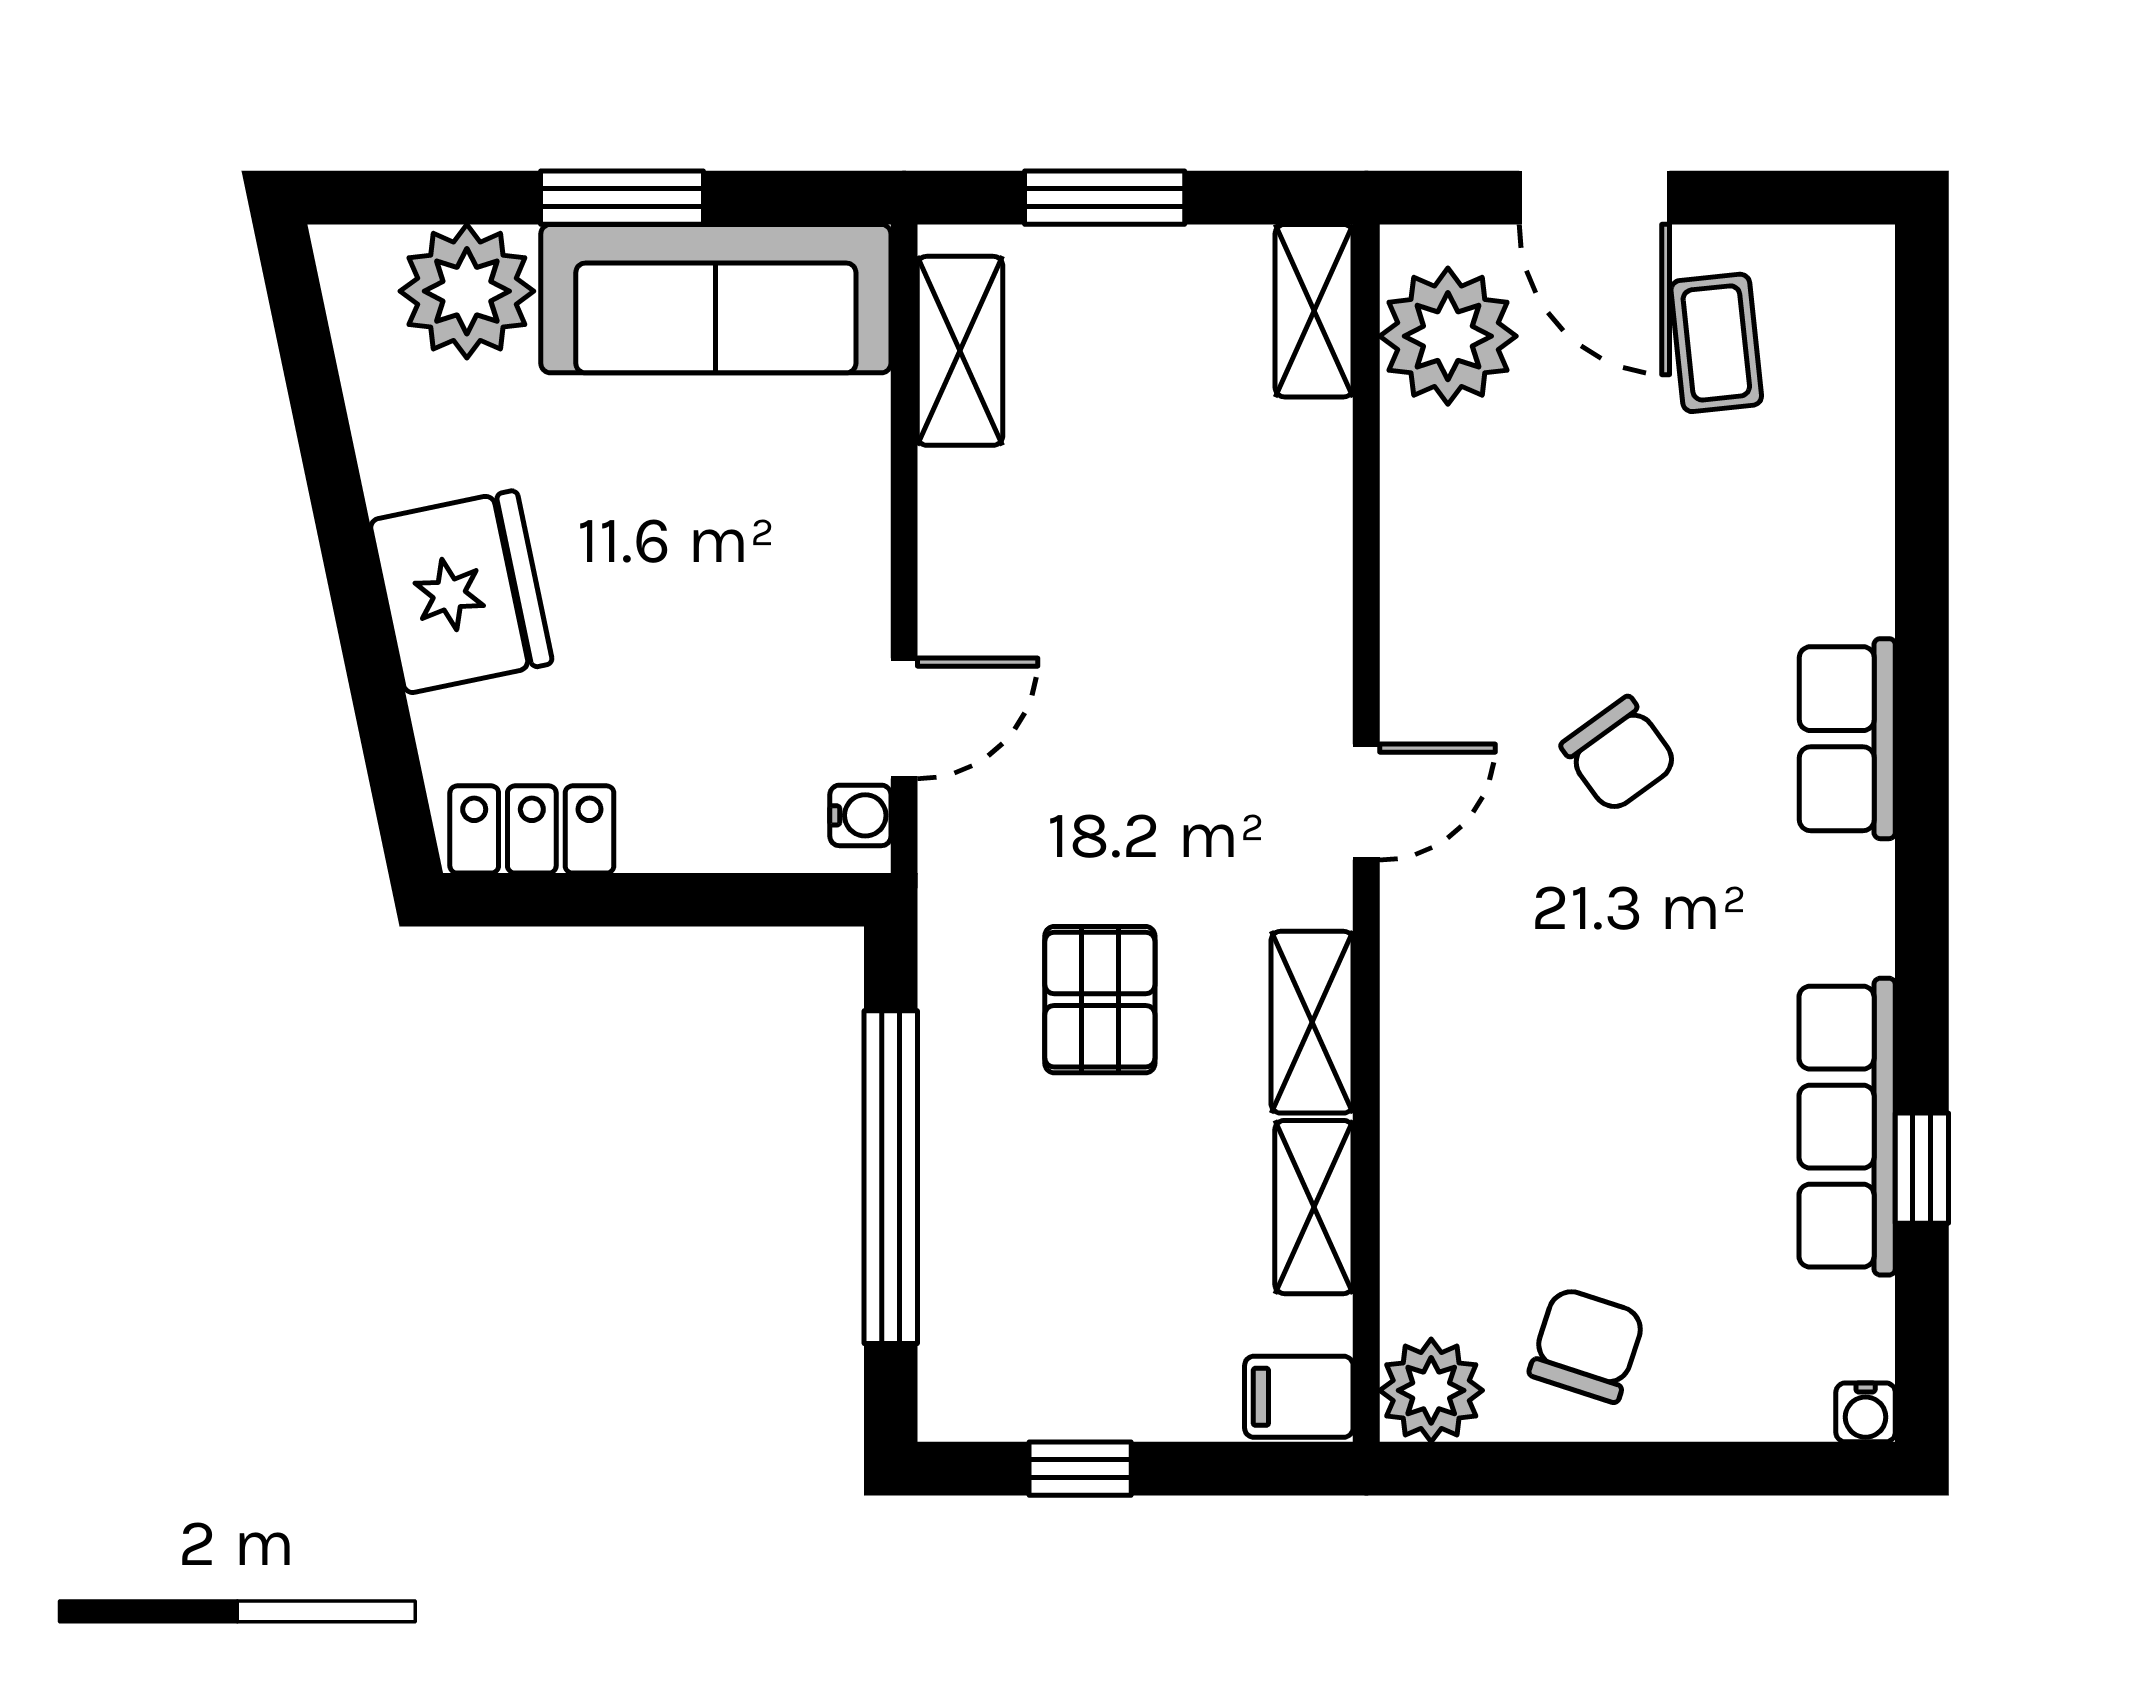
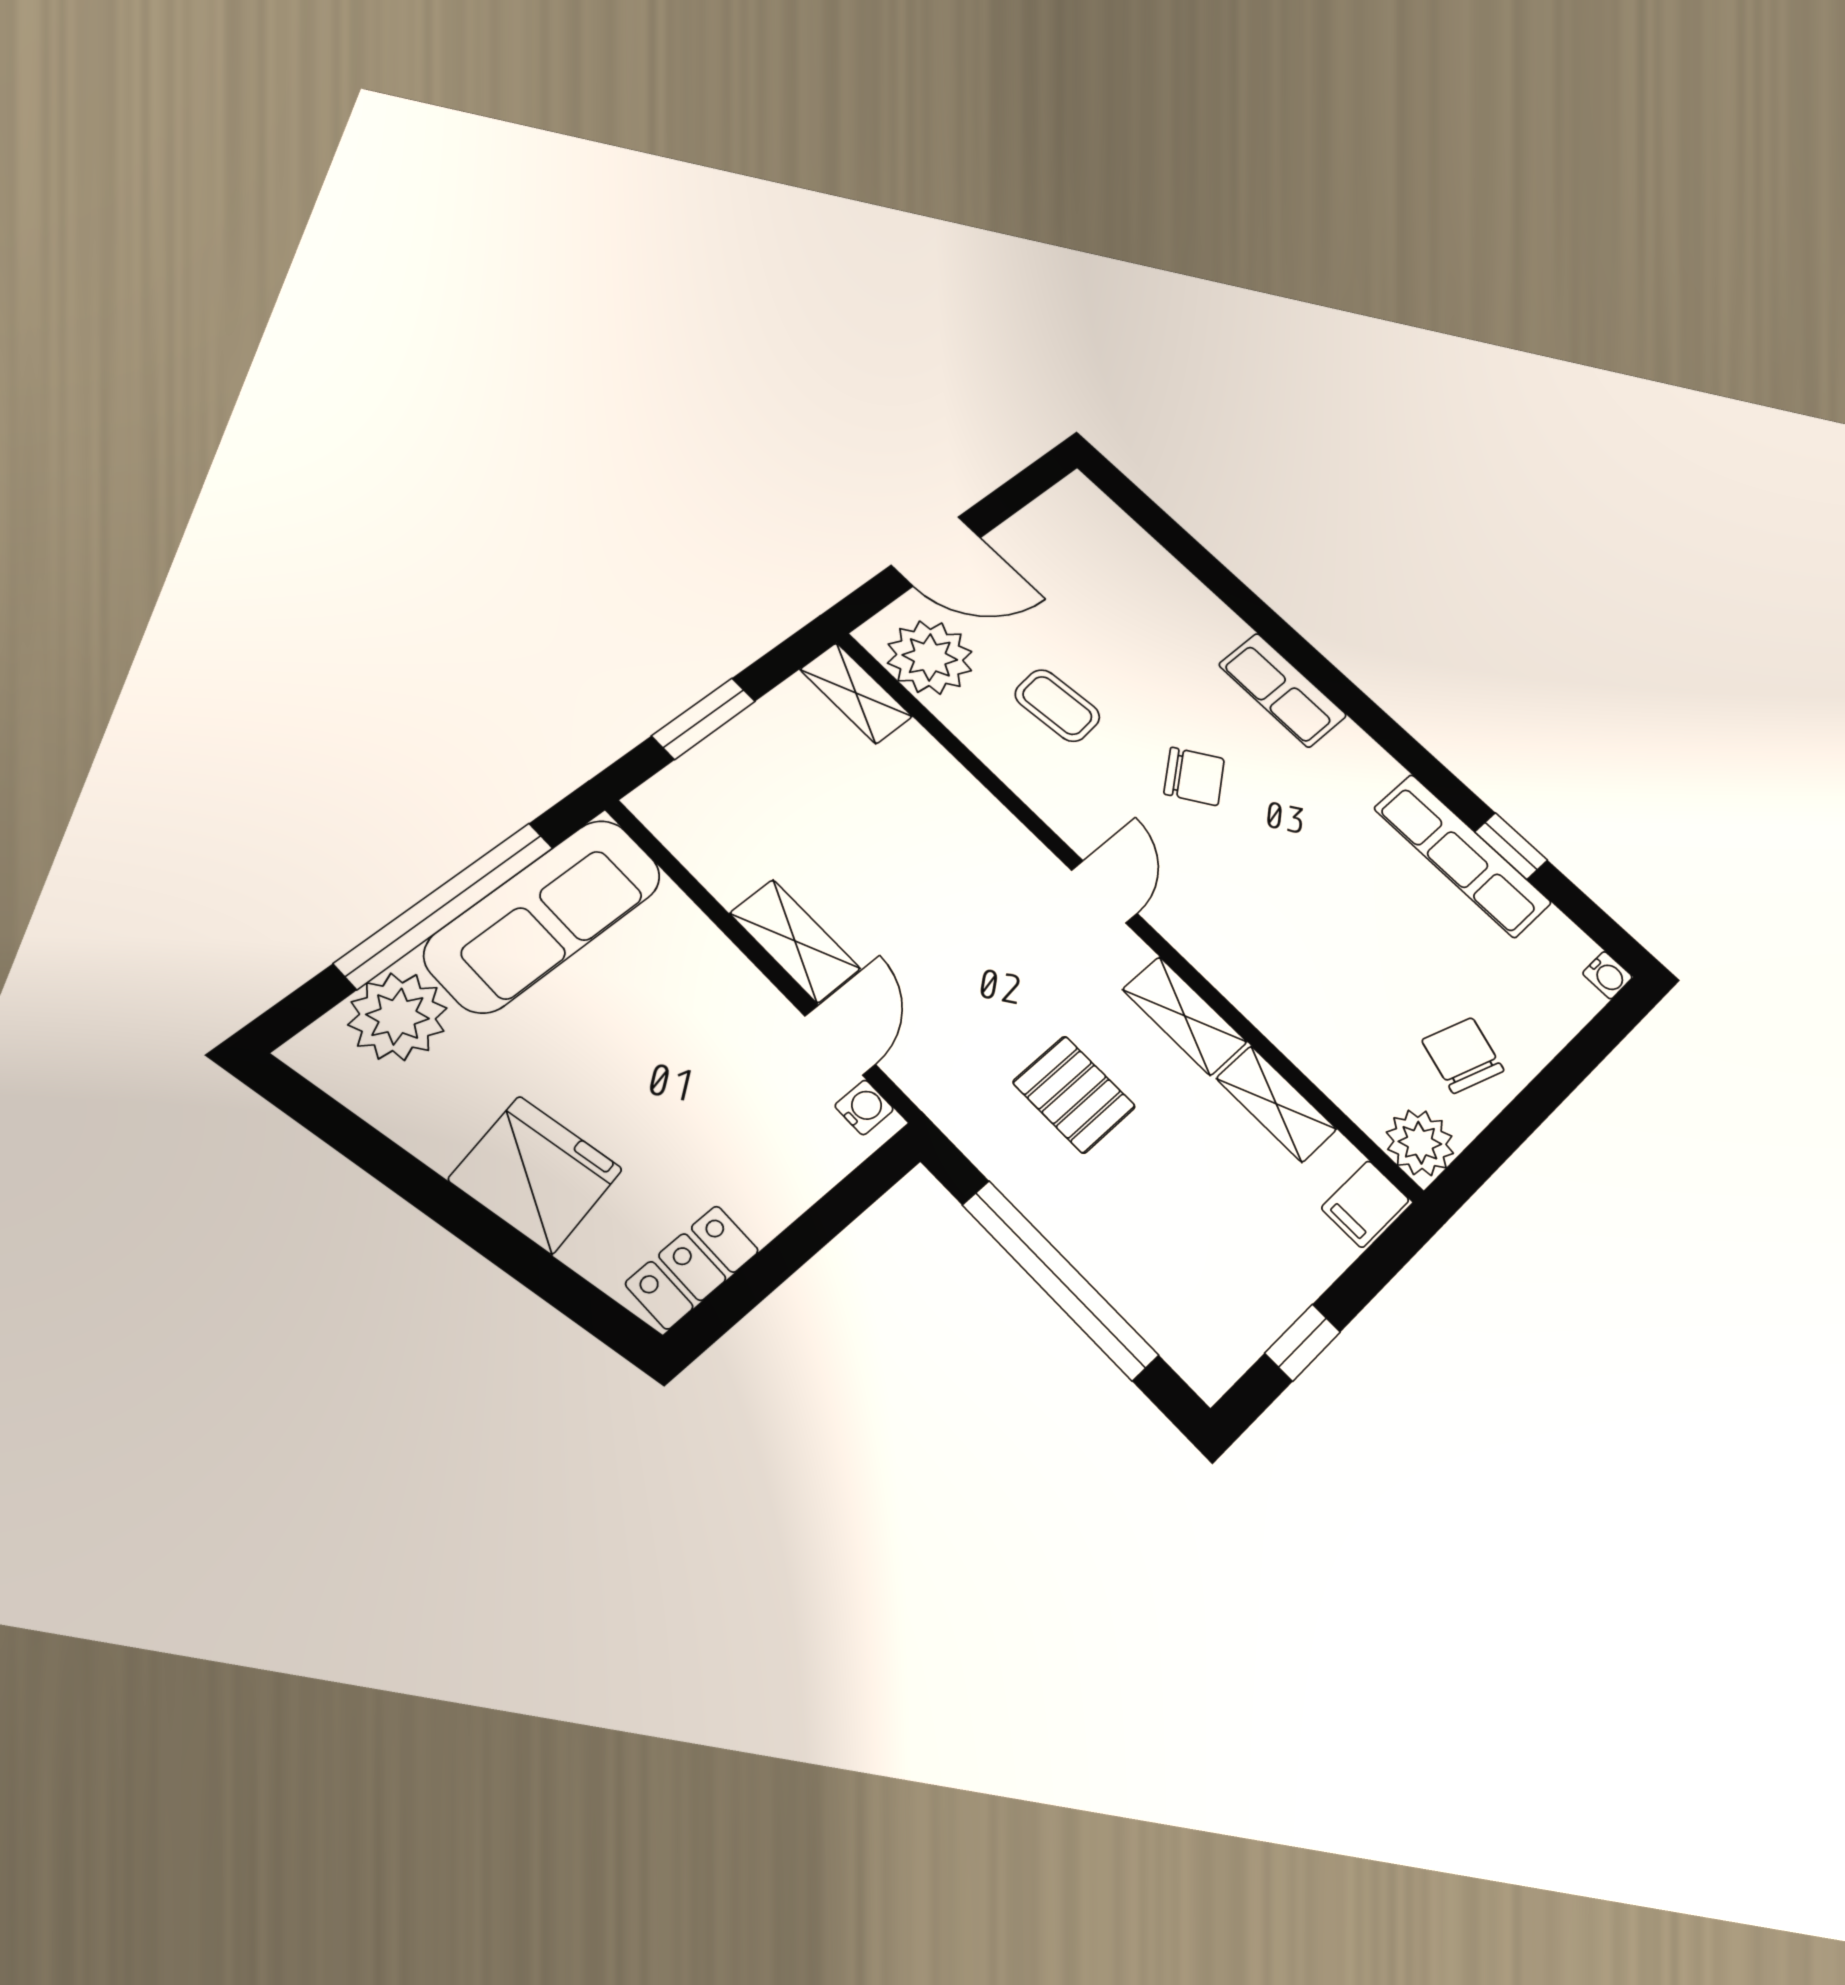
window: (622, 198) -> (445, 905), width x2.11
coffee table: (1716, 343) -> (1057, 705), moved
shelving: (960, 351) -> (795, 941), moved

